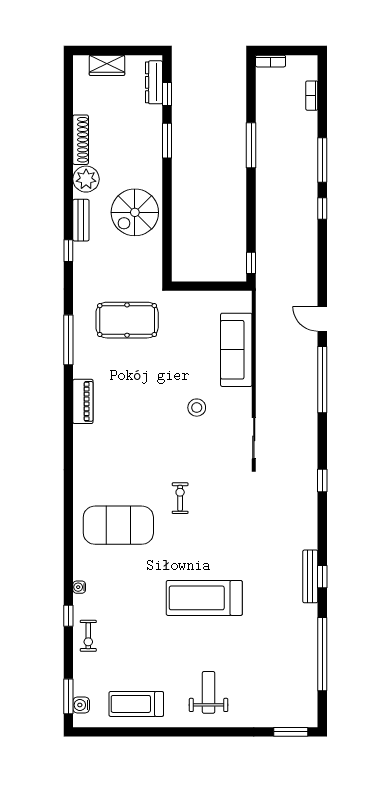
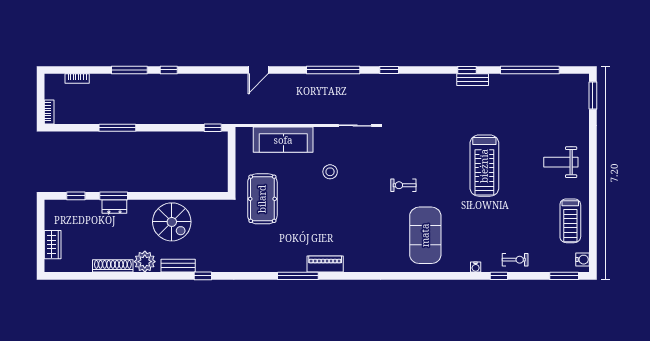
dresser: (154, 82) -> (114, 206), moved, width x0.70
pool table: (127, 320) -> (262, 199), moved
window: (68, 340) -> (298, 276), moved
window: (322, 380) -> (333, 70), moved
bench: (310, 576) -> (473, 80), width x0.73
water cooler: (81, 705) -> (583, 260), moved, turned -90

